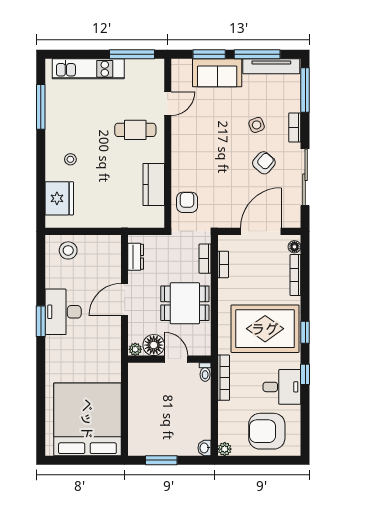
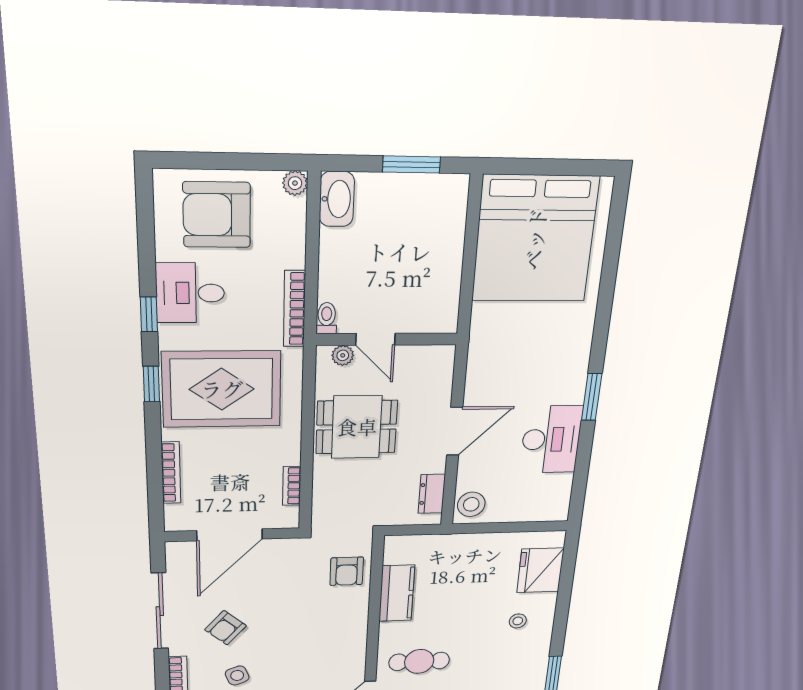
floor lamp: (294, 247) -> (174, 514), removed
stool: (68, 250) -> (471, 504), moved
bookcase: (205, 259) -> (321, 494), removed
desk: (63, 312) -> (551, 439), moved
floor lamp: (154, 345) -> (412, 362), removed
plant: (135, 349) -> (343, 355), moved
armchair: (267, 431) -> (217, 215), turned 180
washbasin: (204, 448) -> (337, 199), width x1.91, depth x1.45

